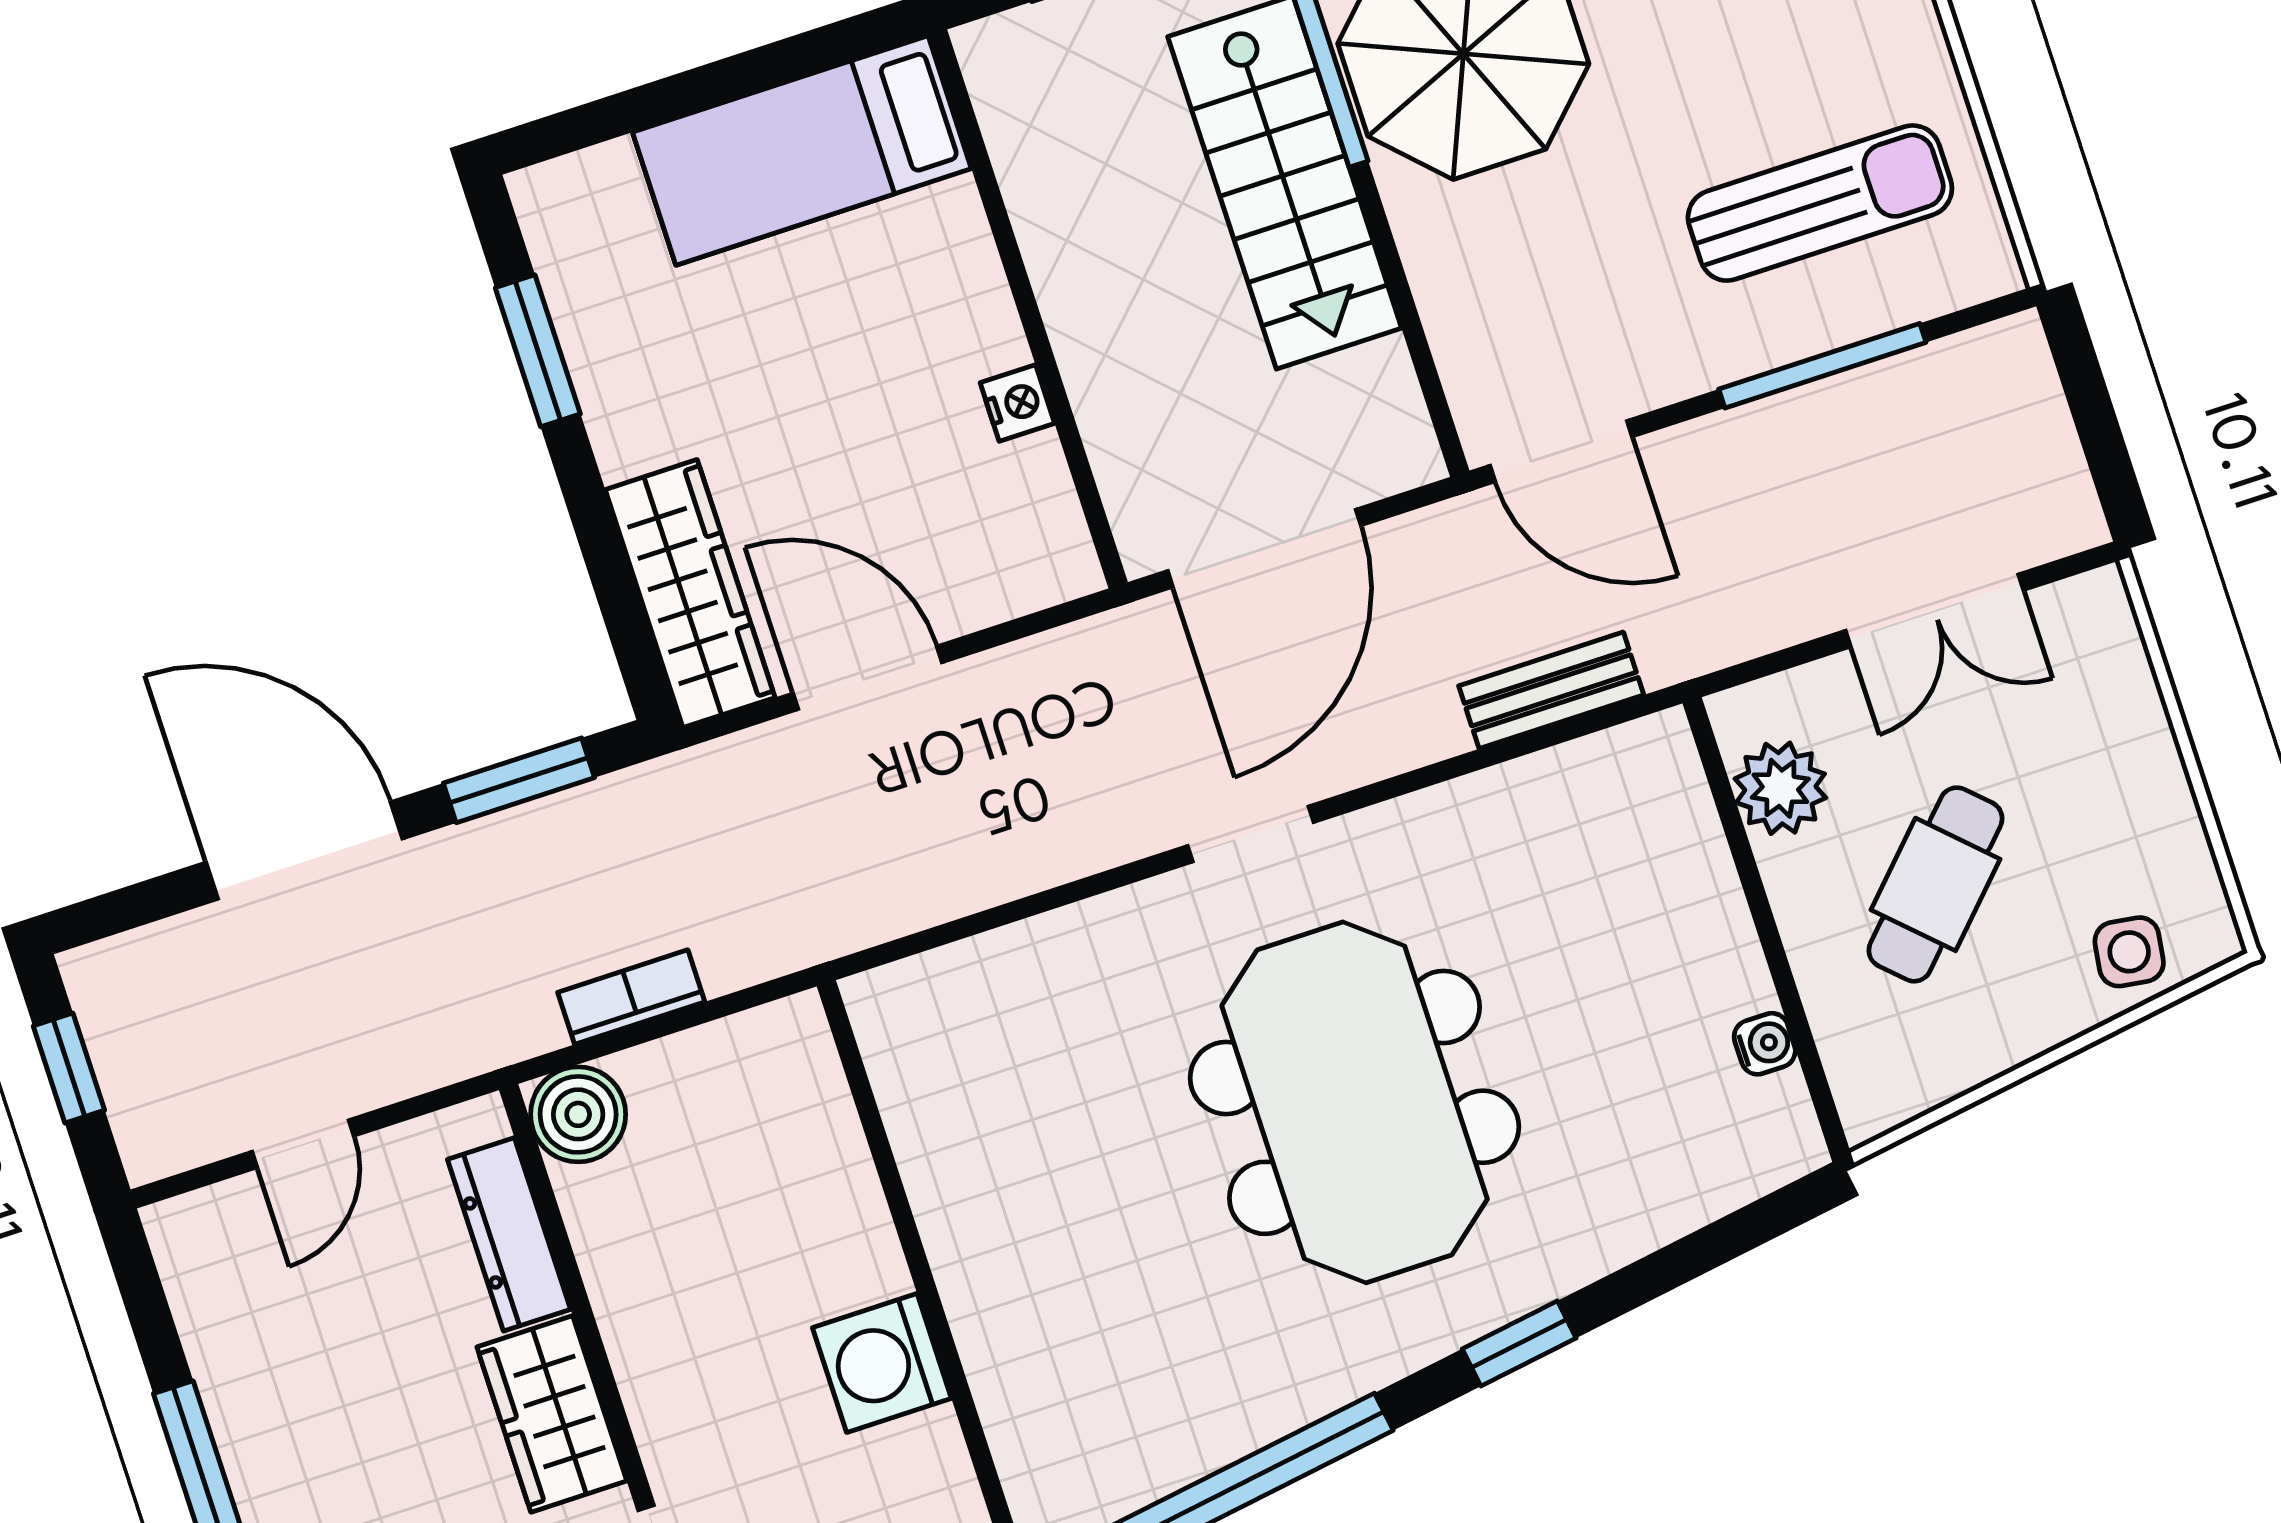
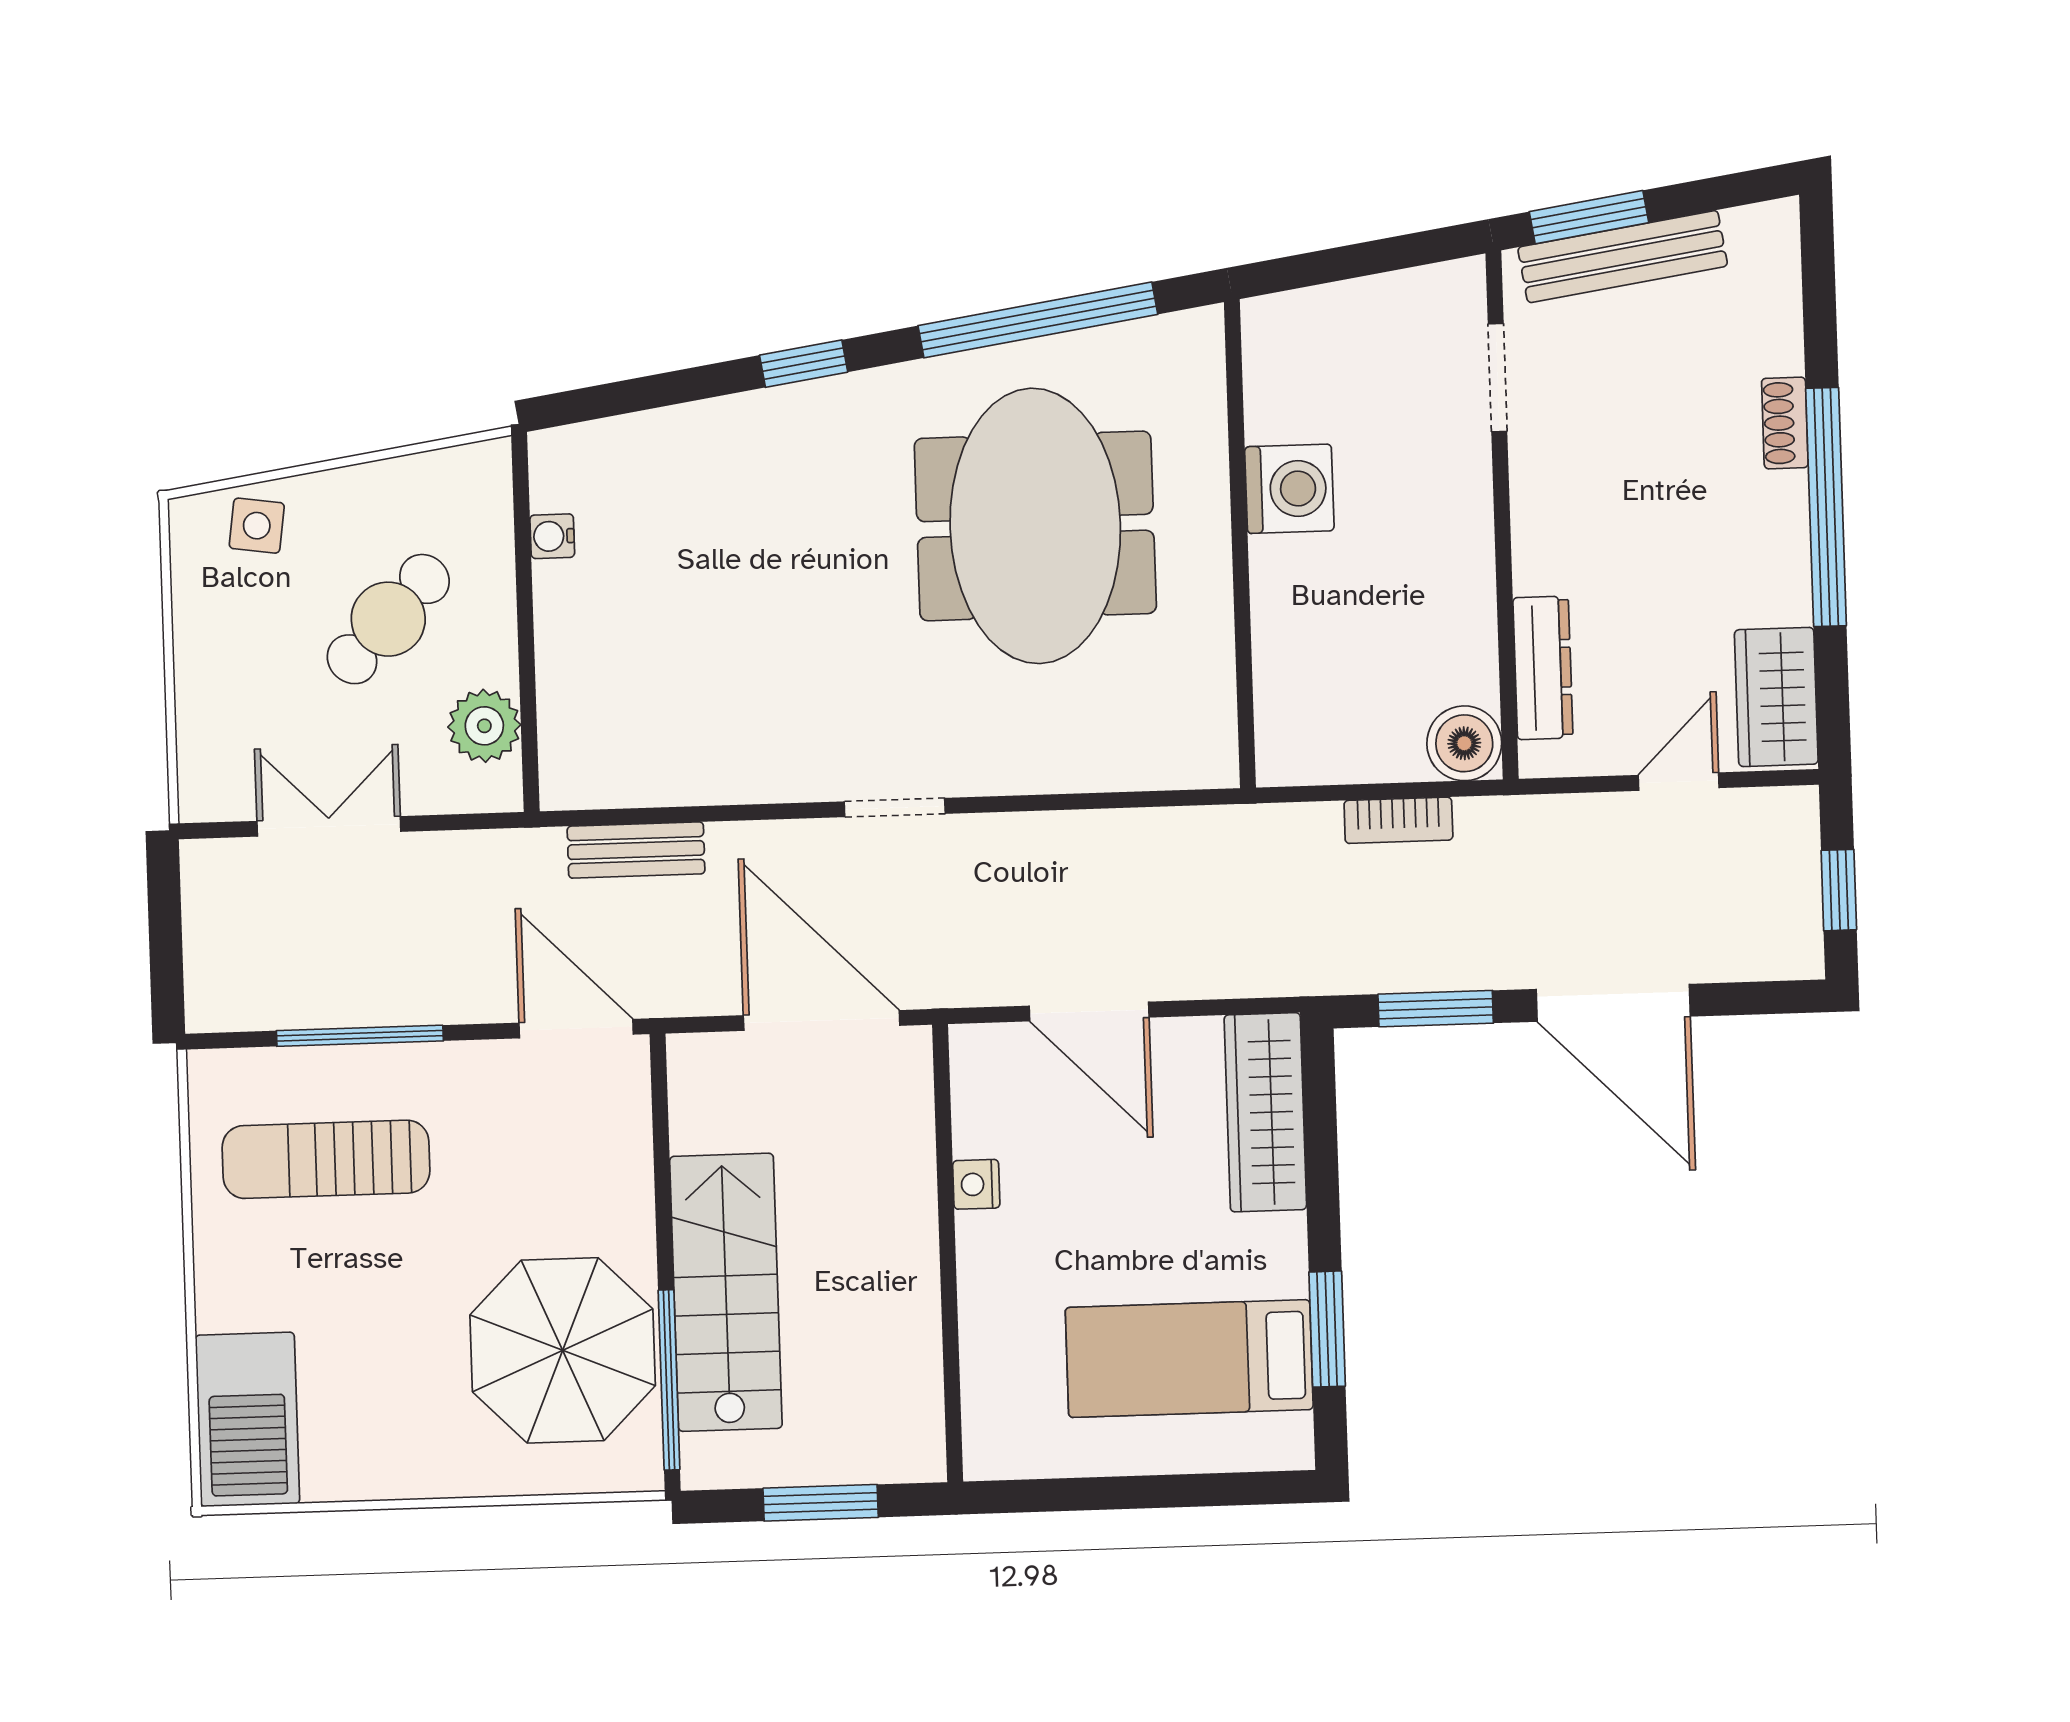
bed: (802, 150) -> (1189, 1359), moved, turned 180
door: (1264, 548) -> (822, 1020), hinge flipped
door: (868, 678) -> (1089, 1012), moved
meeting table: (1355, 1102) -> (1035, 526), moved
wardrobe: (552, 1414) -> (1776, 697), moved, turned 180

